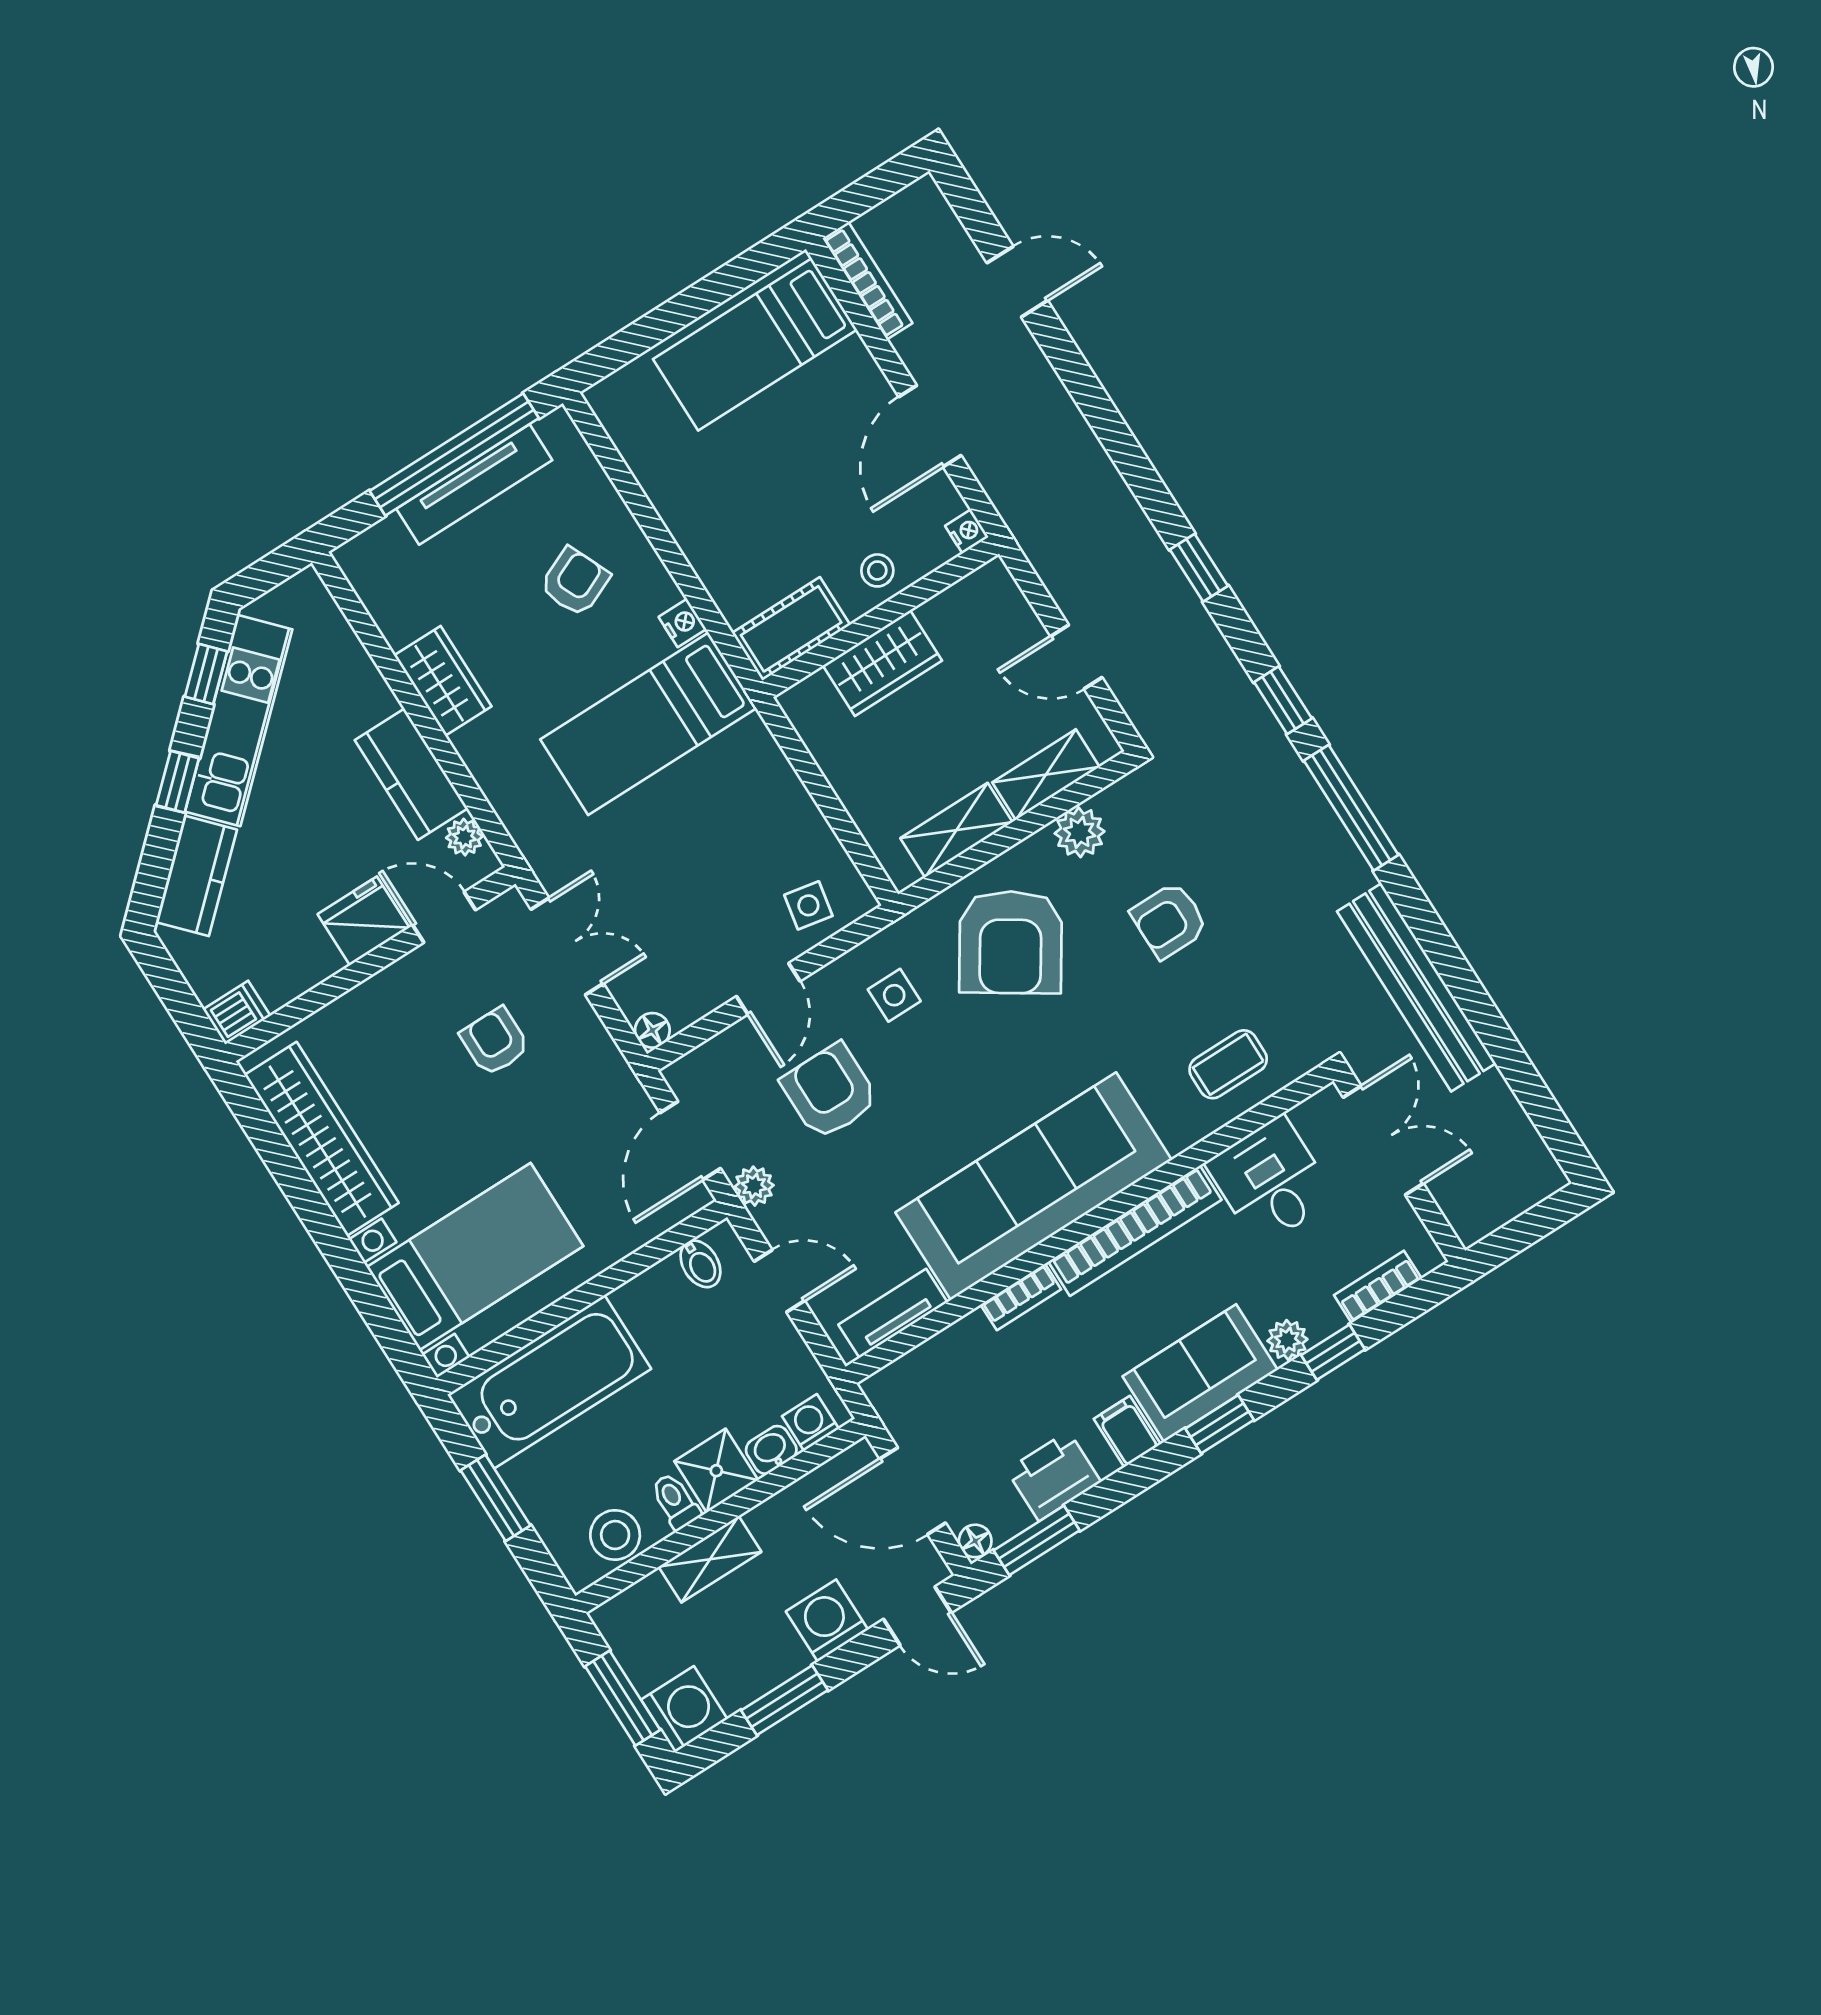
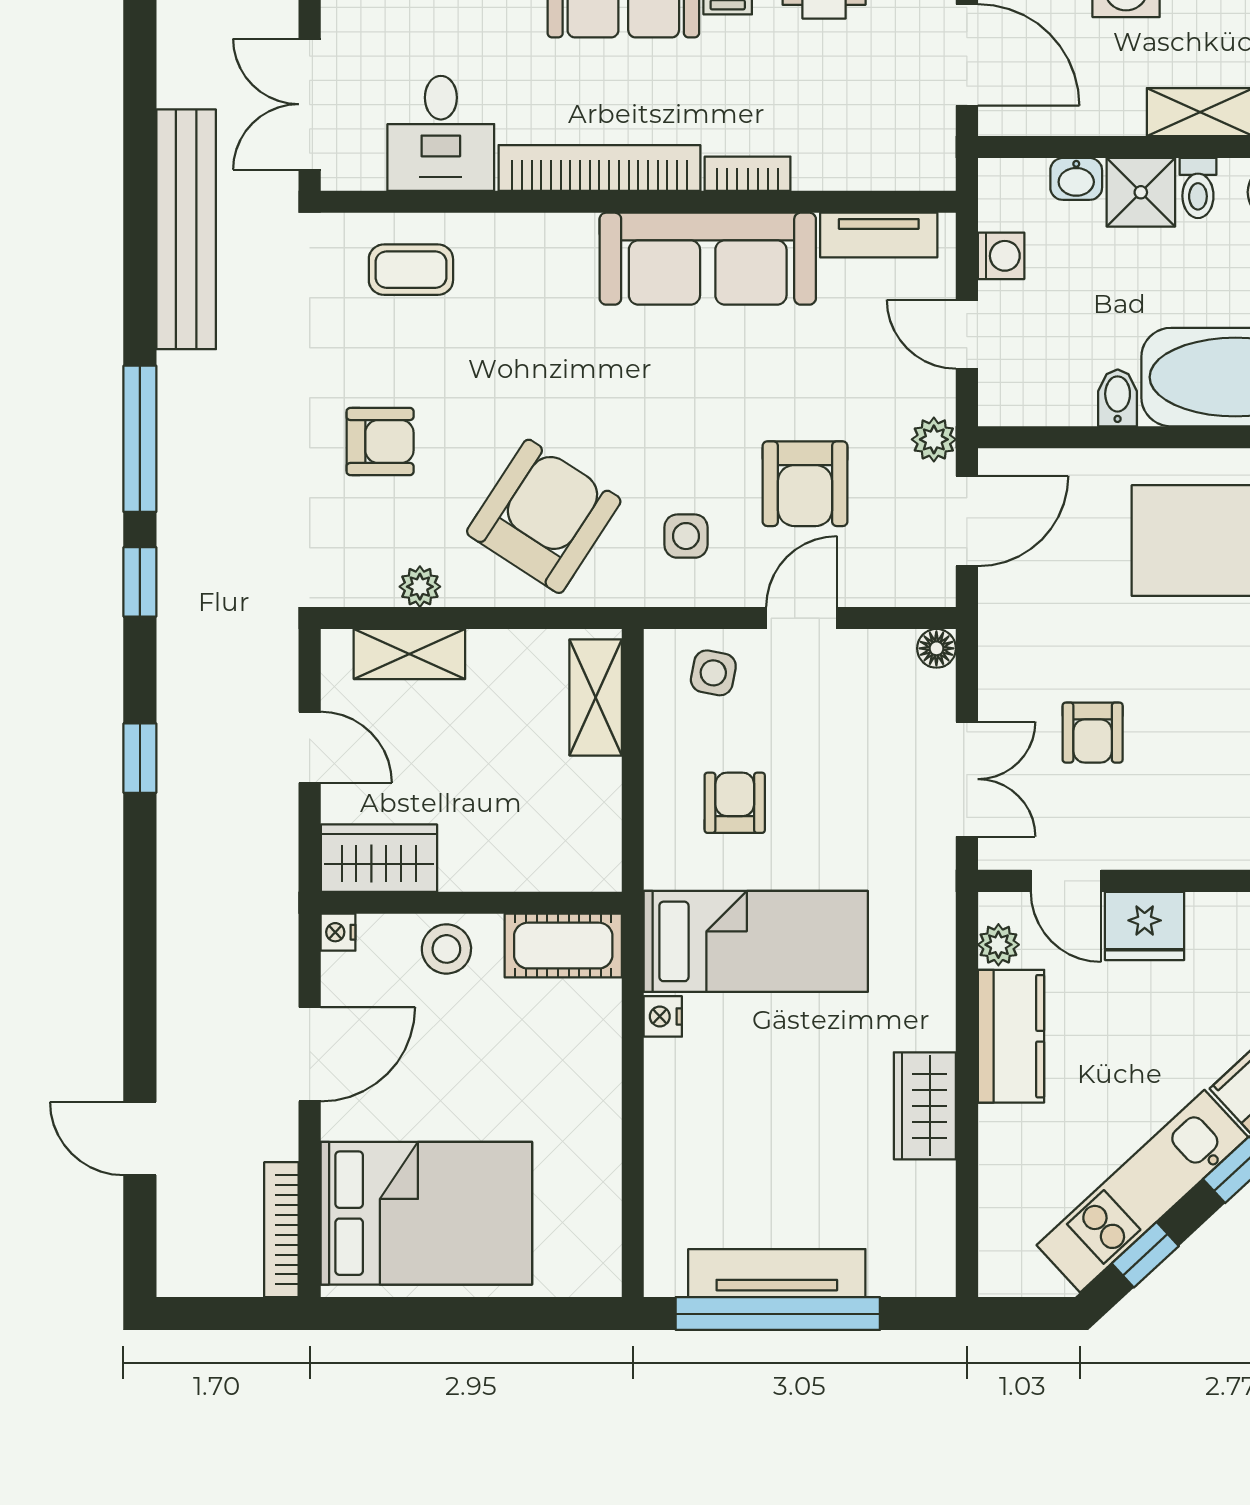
bed: (755, 344) -> (426, 1213), width x1.50
stool: (877, 570) -> (446, 949), width x1.37, depth x1.37
armchair: (575, 582) -> (735, 803), moved, turned 114
wardrobe: (882, 663) -> (379, 858), moved
shelving: (956, 830) -> (596, 697), moved, turned 90
plant: (1080, 832) -> (420, 587), width x0.73, depth x0.73
double door: (567, 946) -> (967, 779), swing flipped
sofa: (1034, 1186) -> (708, 259), width x0.74, depth x0.79
bidet: (700, 1264) -> (1118, 398), moved
washing machine: (810, 1423) -> (1001, 256), moved, turned -90

